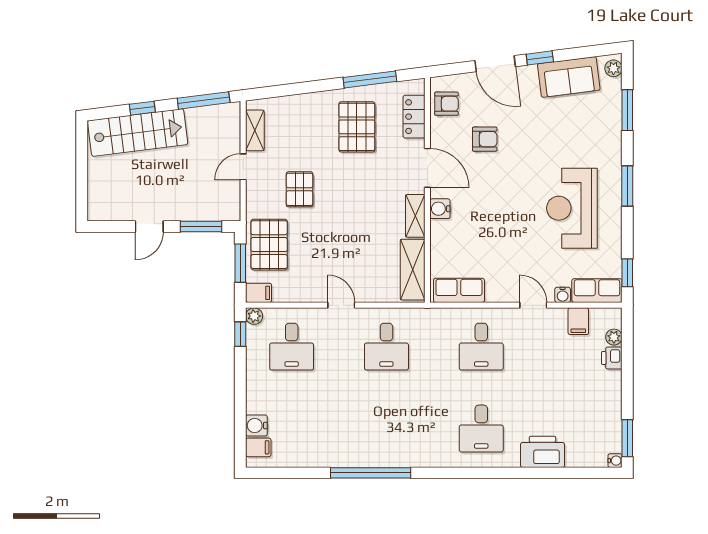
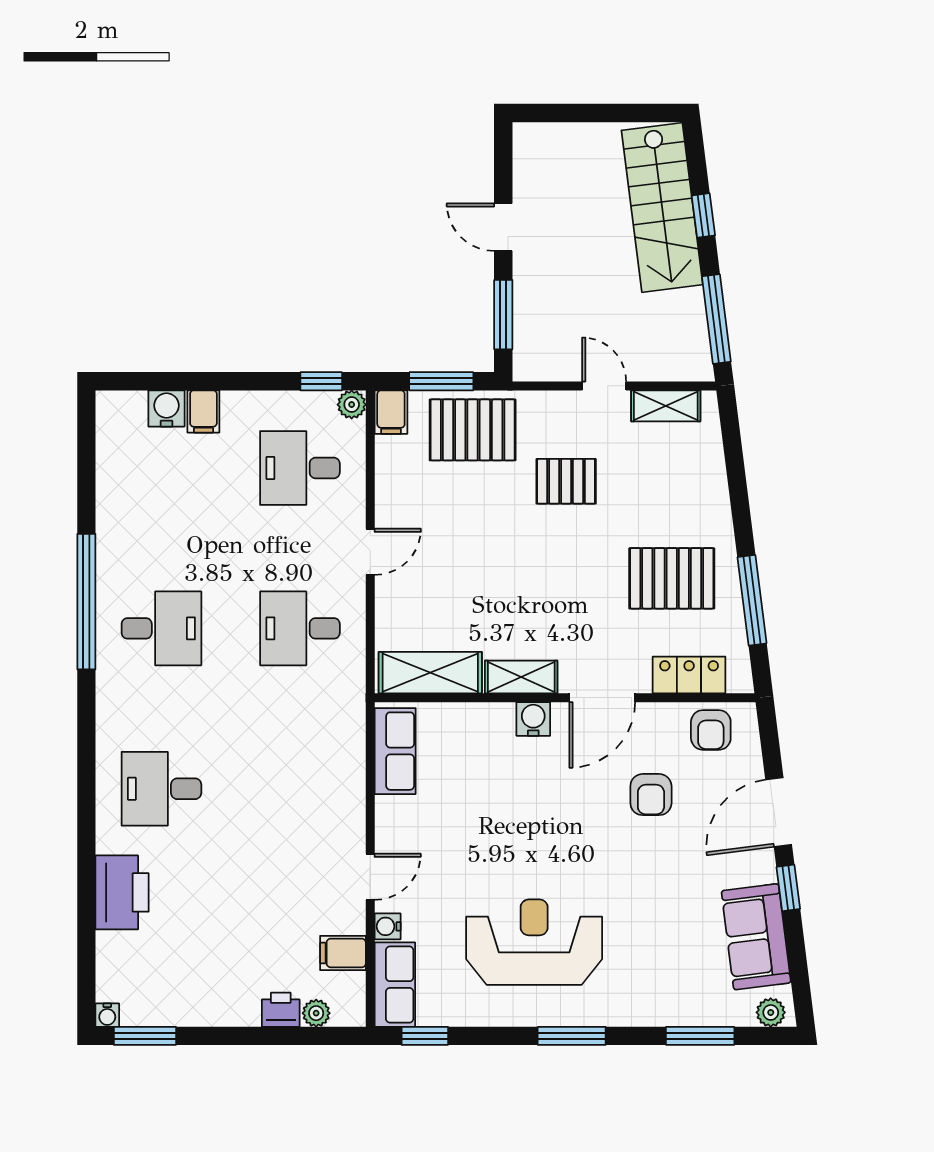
desk: (481, 347) -> (161, 628), moved, turned 180
filing cabinet: (258, 447) -> (203, 412), moved

